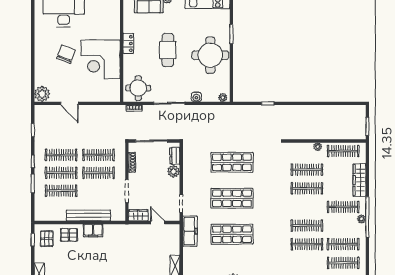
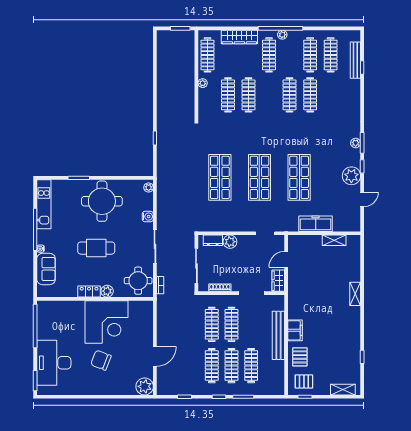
plant: (129, 60) -> (107, 291), added
freezer: (190, 231) -> (316, 224), moved

